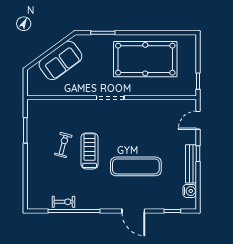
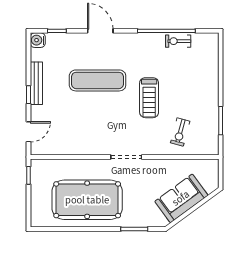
exercise bike: (63, 145) -> (180, 132), moved
water cooler: (190, 191) -> (38, 40), moved

